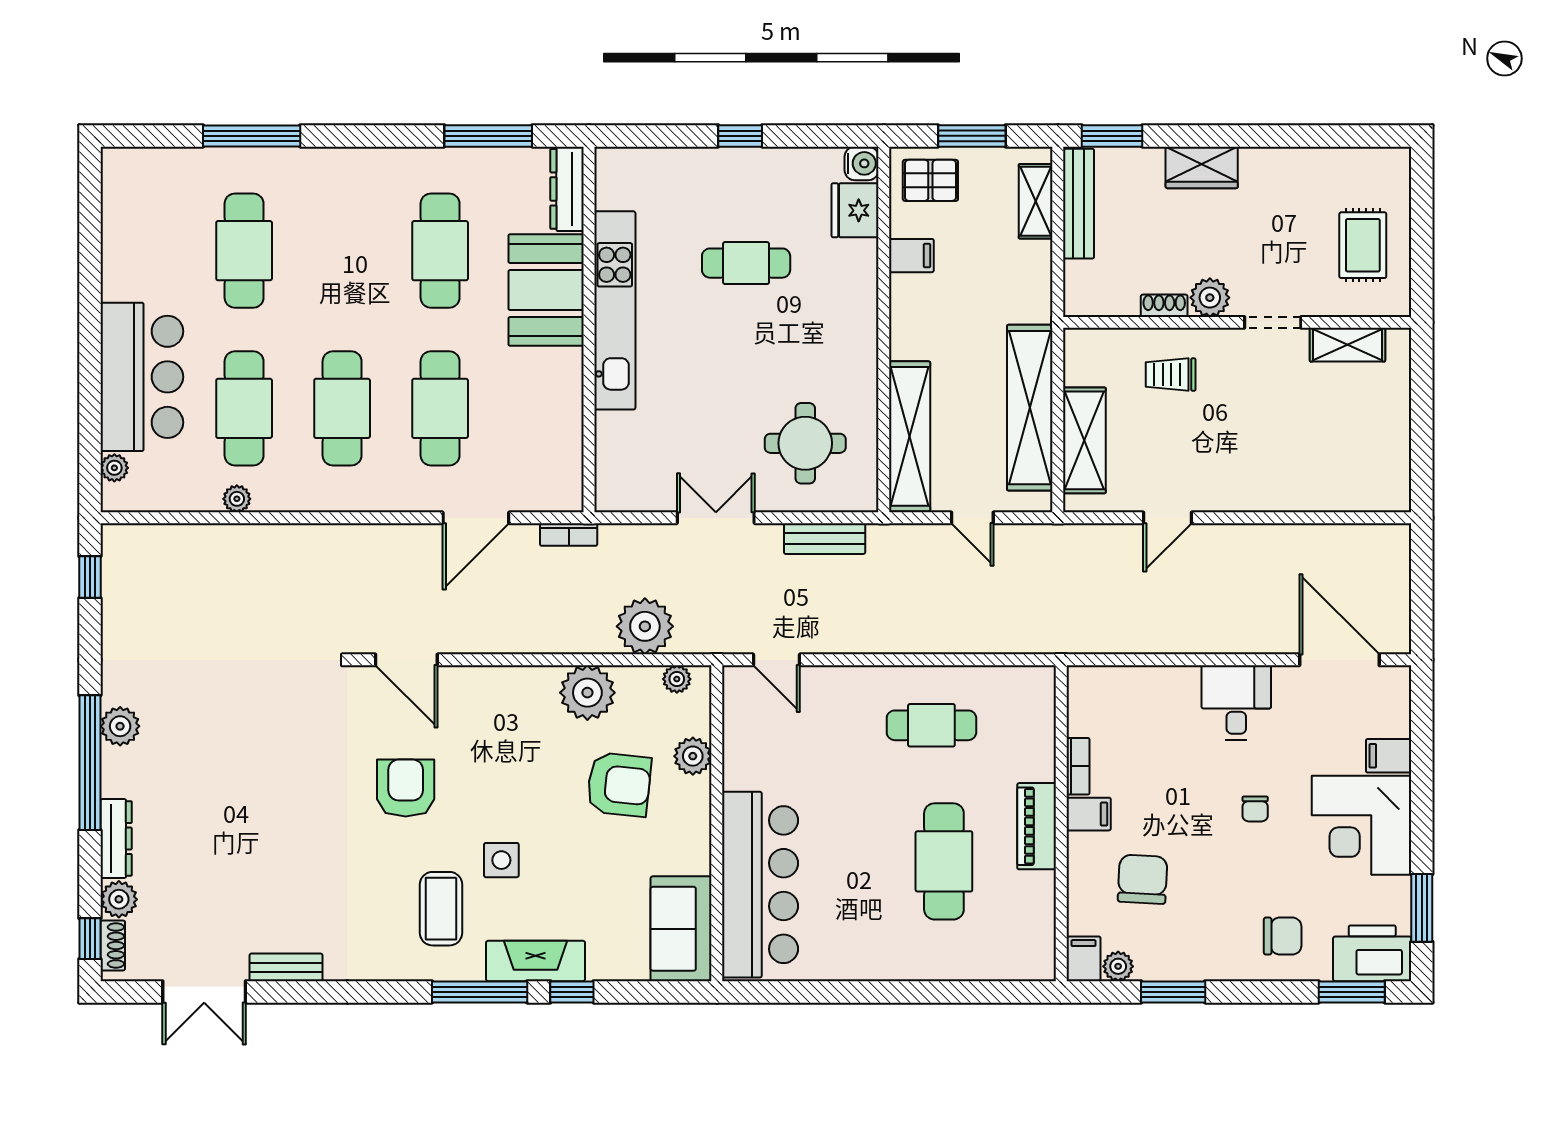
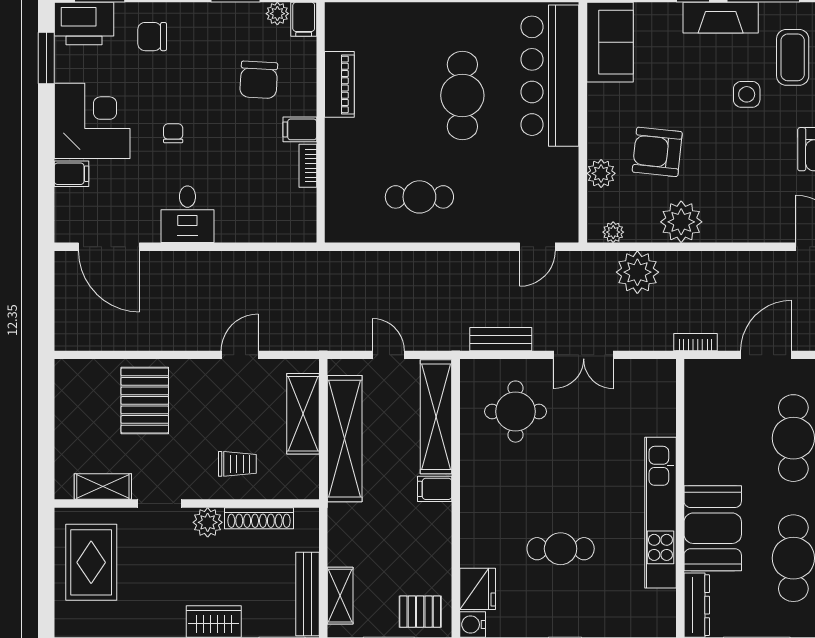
rug: (1363, 245) -> (91, 562), width x1.36, depth x1.43
filing cabinet: (911, 256) -> (435, 489), moved
shoe rack: (1164, 306) -> (259, 518), width x1.94, depth x1.24
pallet: (1292, 458) -> (145, 400), added
door: (776, 660) -> (537, 247), swing flipped
piano: (1037, 826) -> (339, 84), moved
cafe table: (944, 861) -> (462, 95), moved

